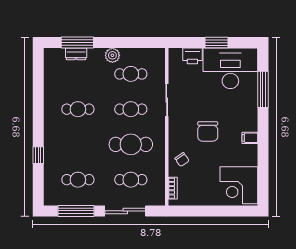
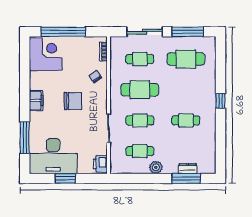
printer: (192, 56) -> (100, 164), moved, turned -90
chair: (208, 131) -> (73, 101), turned 90
filing cabinet: (250, 138) -> (36, 101), width x2.00
window: (38, 155) -> (220, 101), moved
cafe table: (78, 180) -> (186, 59), width x1.37, depth x1.35
window: (219, 211) -> (63, 32), added

